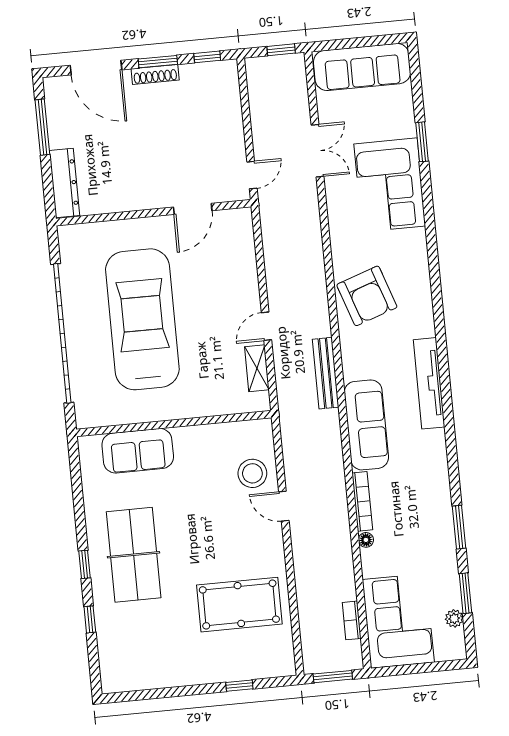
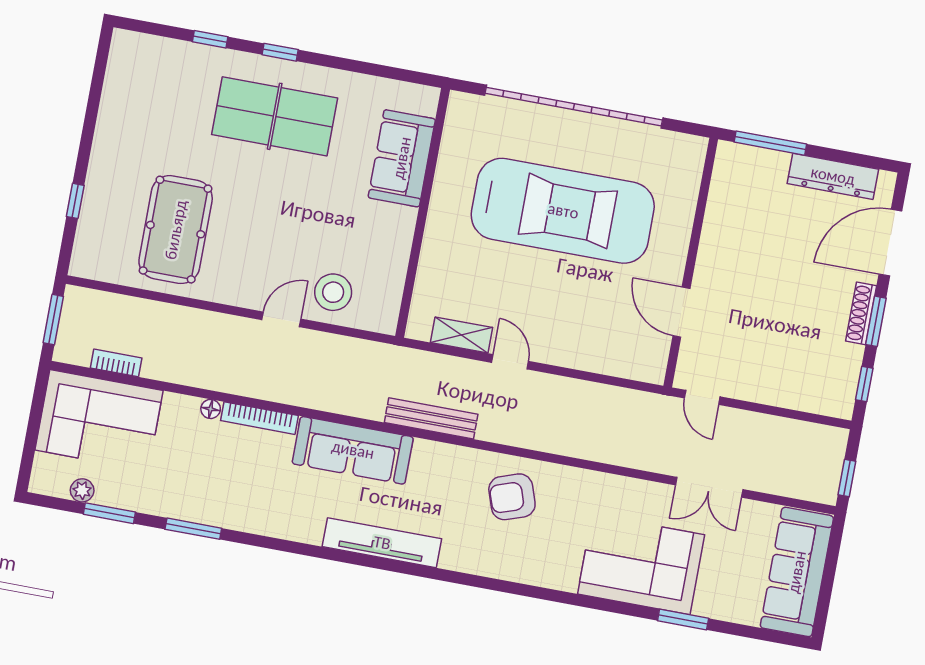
window: (42, 127) -> (770, 143), moved
dresser: (64, 183) -> (833, 176), moved
armchair: (367, 296) -> (512, 497), width x0.73, depth x0.73

